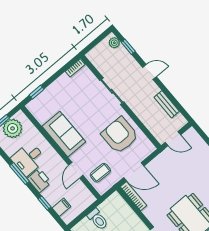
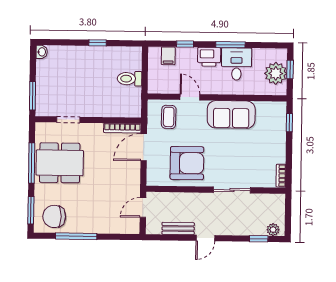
door: (149, 72) -> (205, 238), moved

